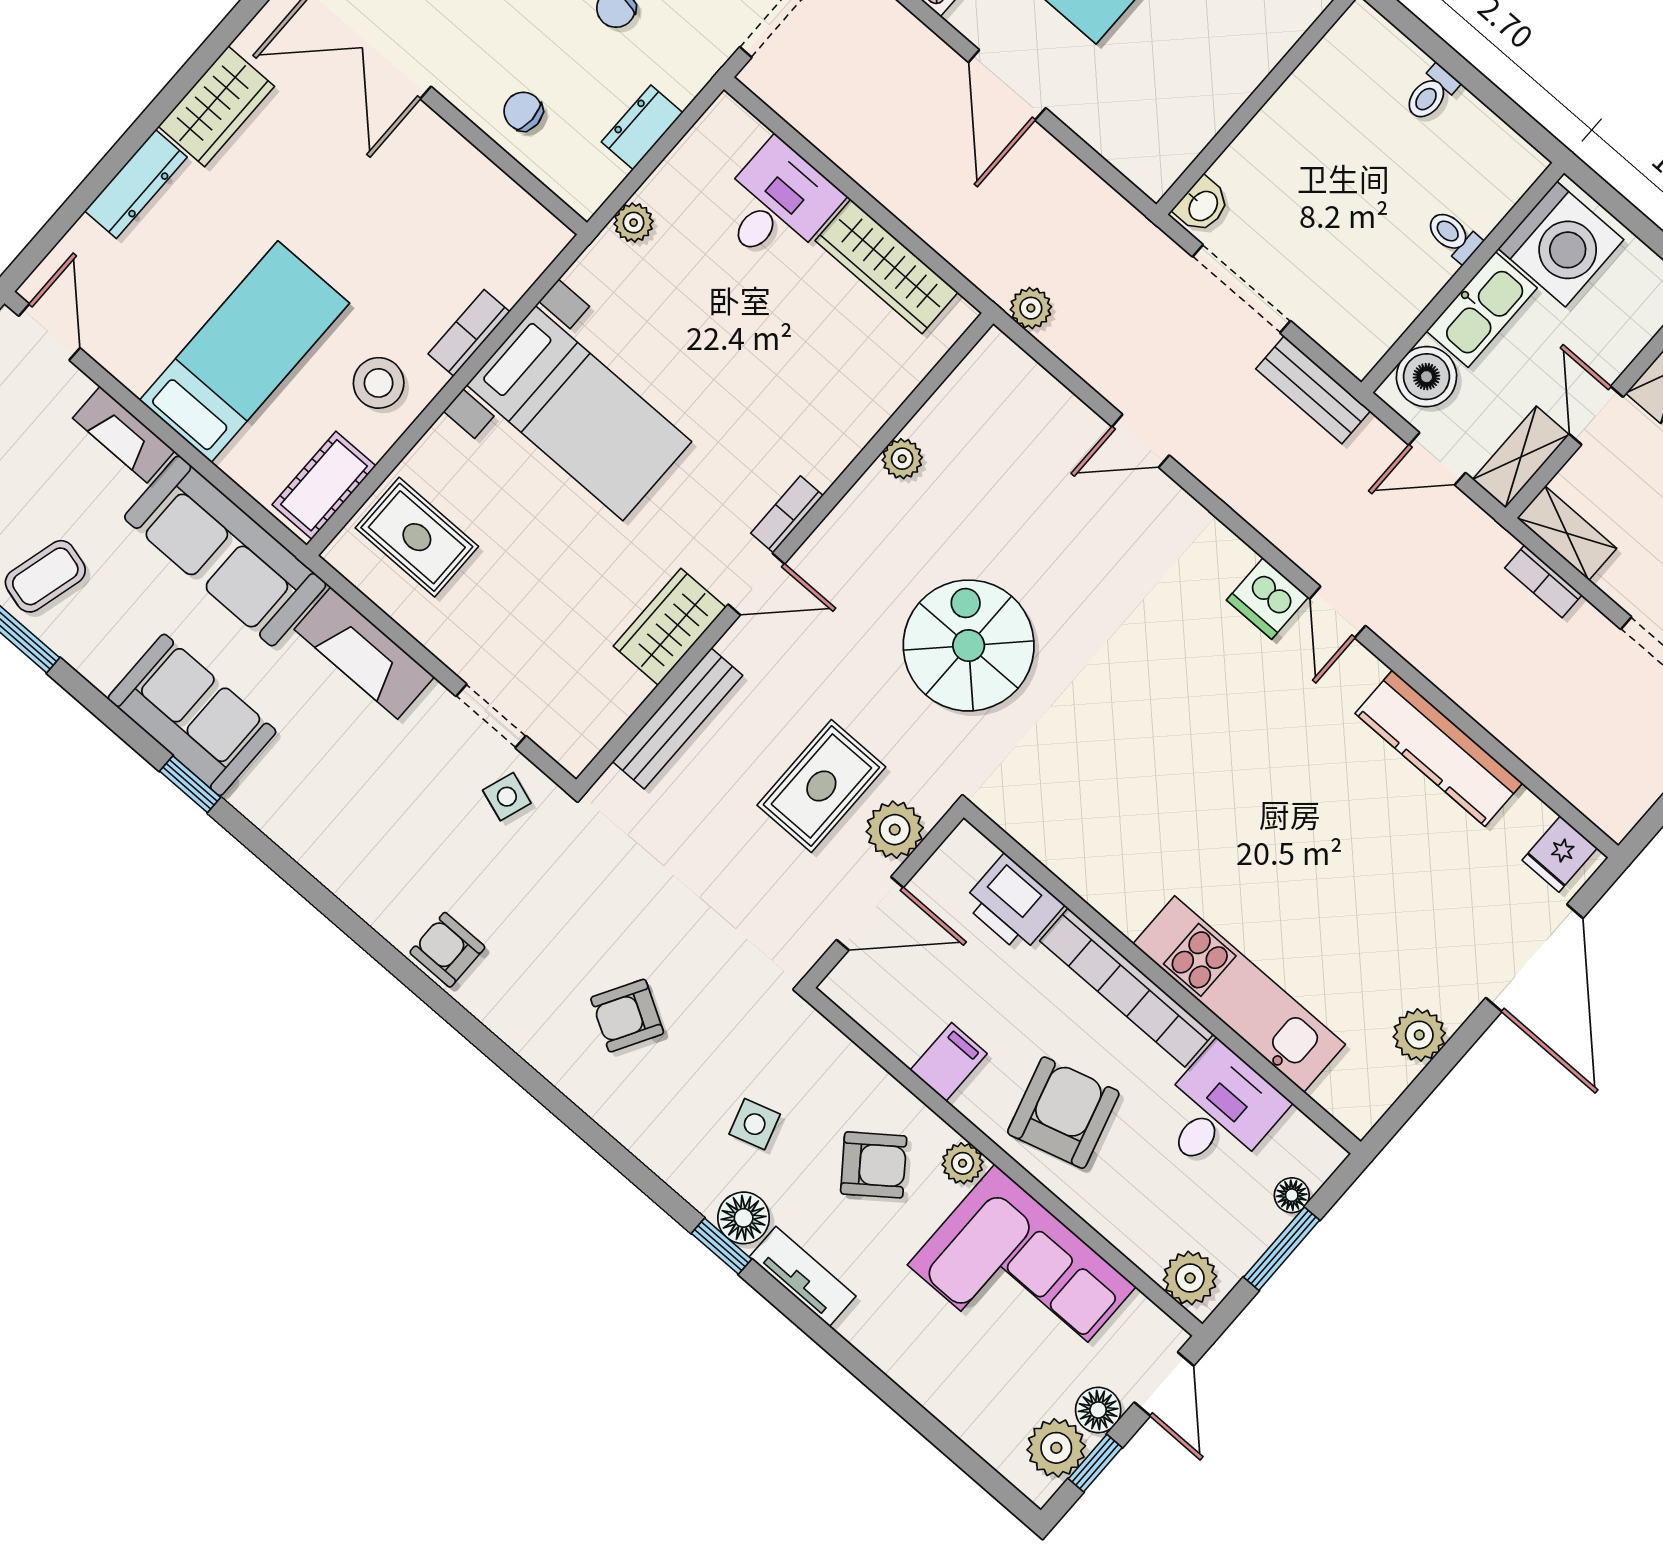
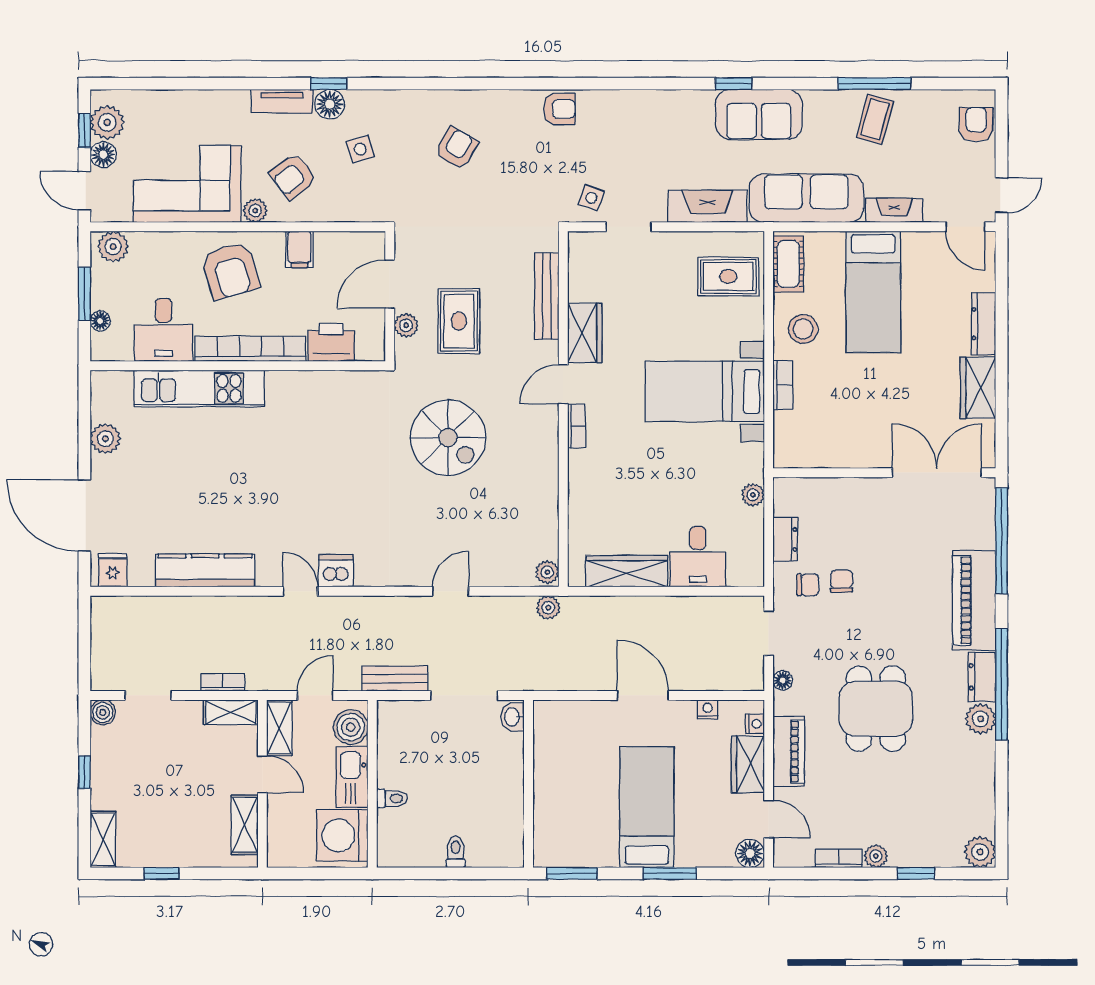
chair: (523, 111) -> (808, 585), moved
plant: (902, 459) -> (547, 572), moved
plant: (895, 830) -> (406, 325), width x0.73, depth x0.73

